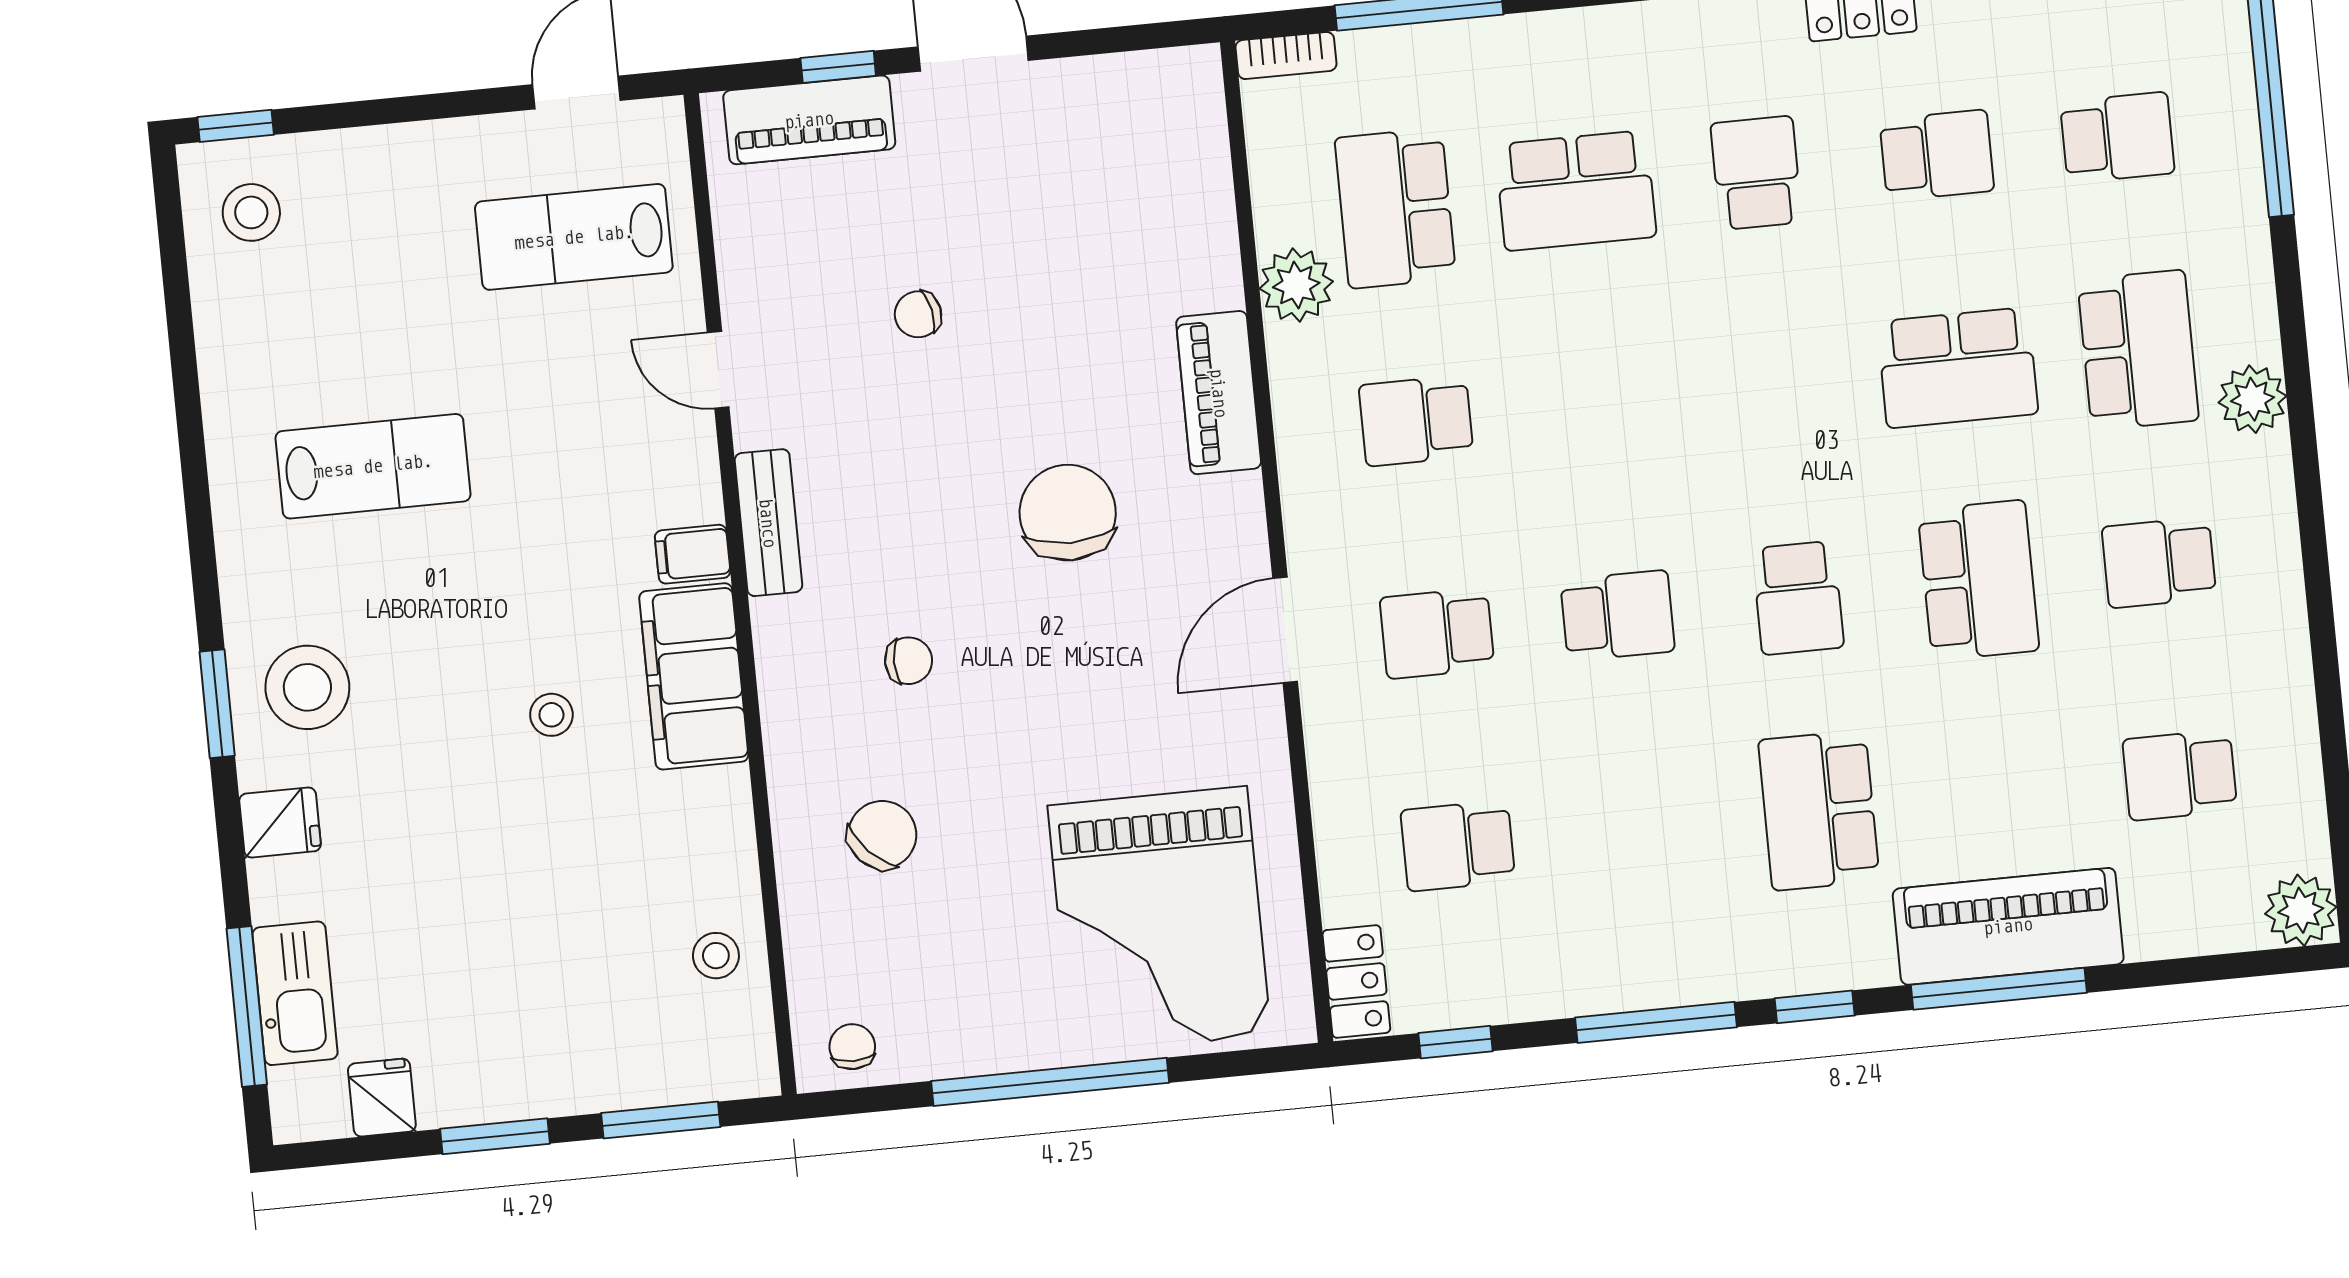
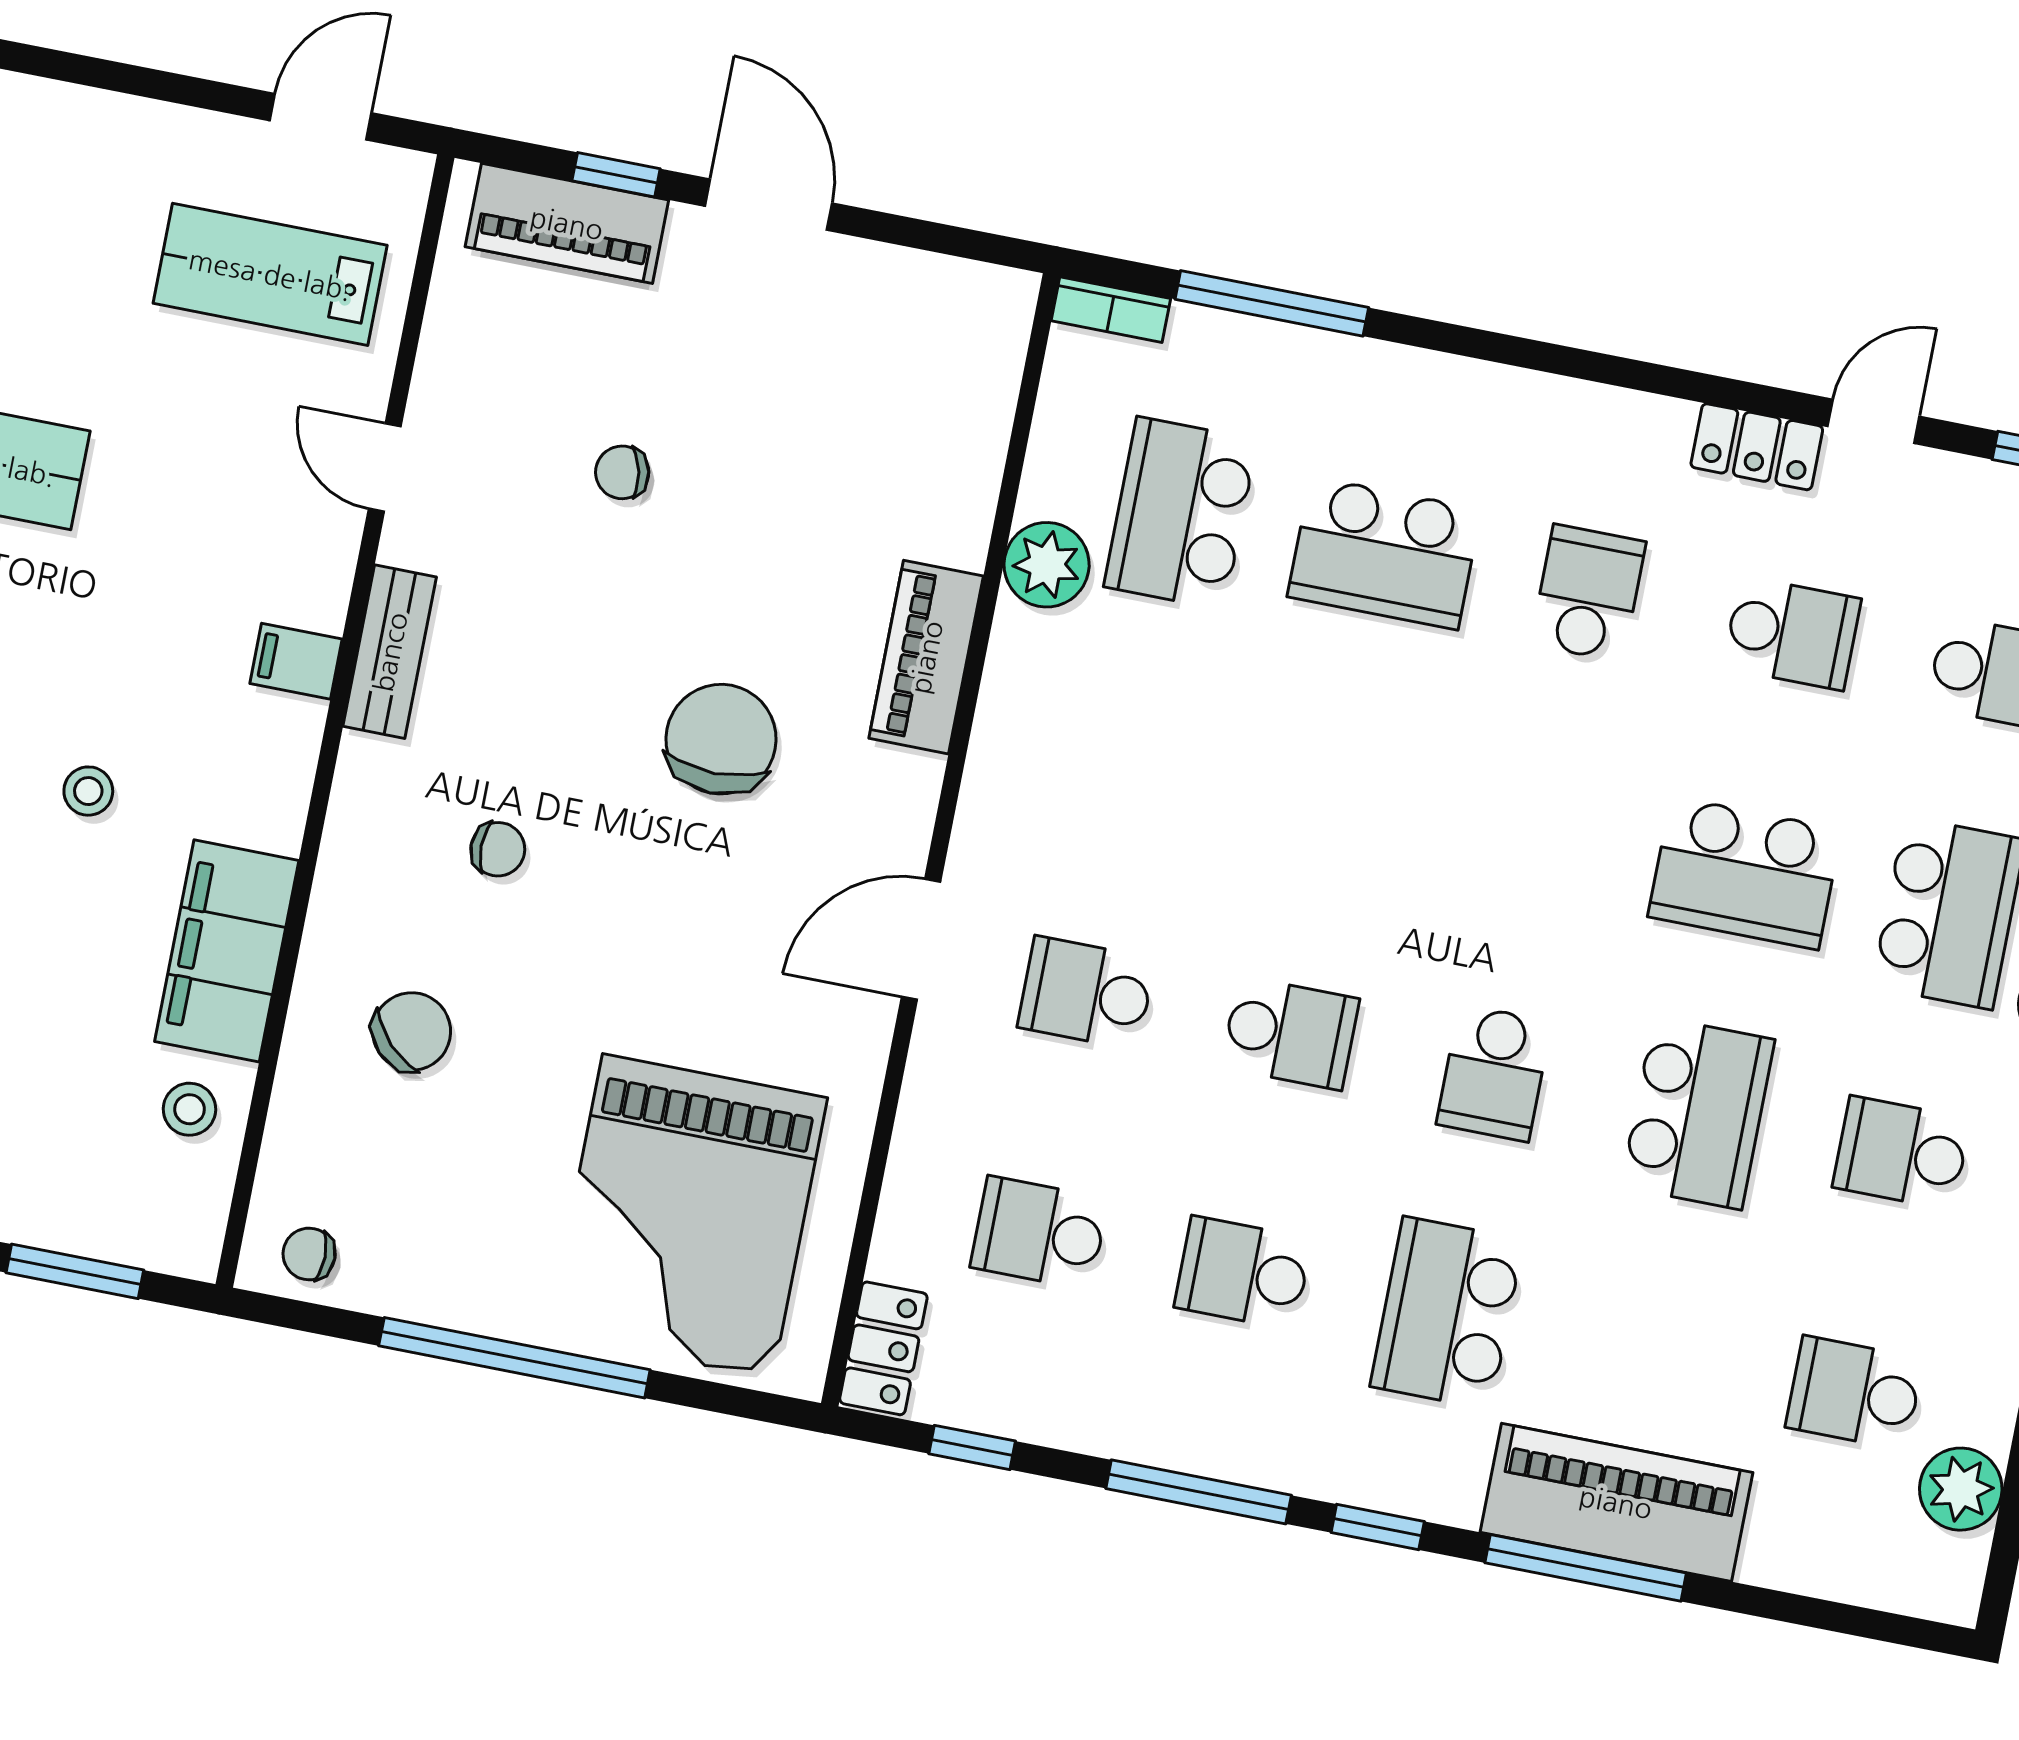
school desk: (1416, 421) -> (1243, 1273), moved
filing cabinet: (694, 676) -> (227, 951), moved
plant: (2301, 910) -> (1961, 1489), moved
chair: (852, 1047) -> (309, 1254), turned -90

